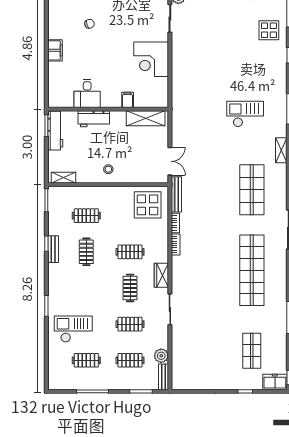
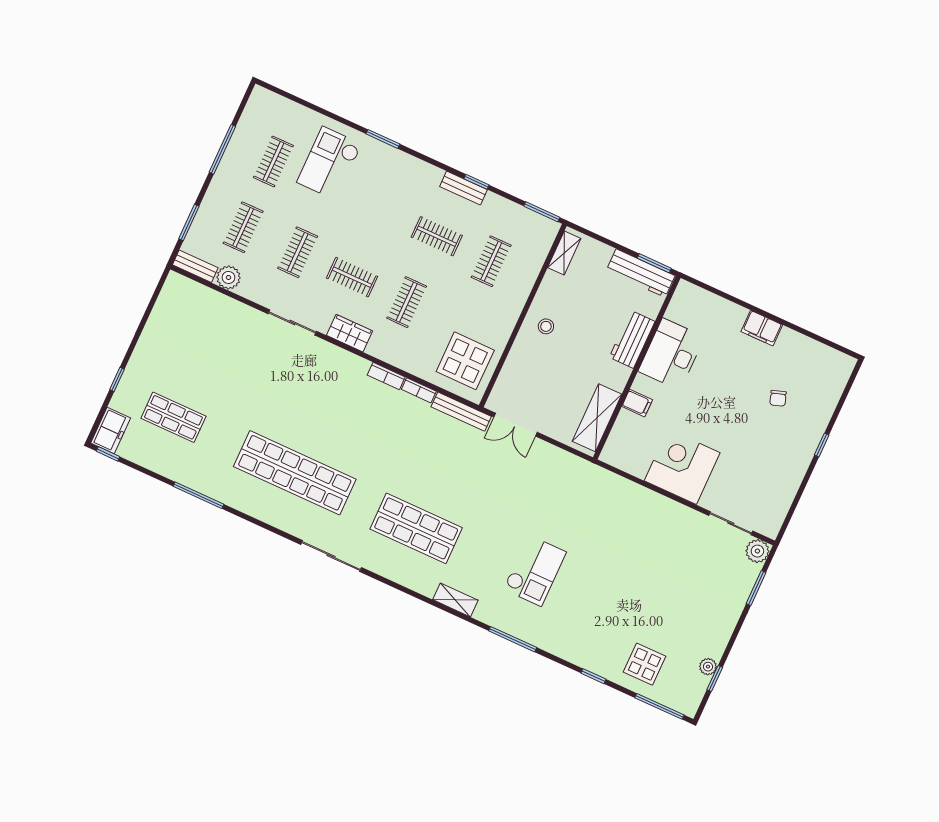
desk: (87, 93) -> (671, 354), width x1.37
checkout: (73, 329) -> (329, 163), turned 180

